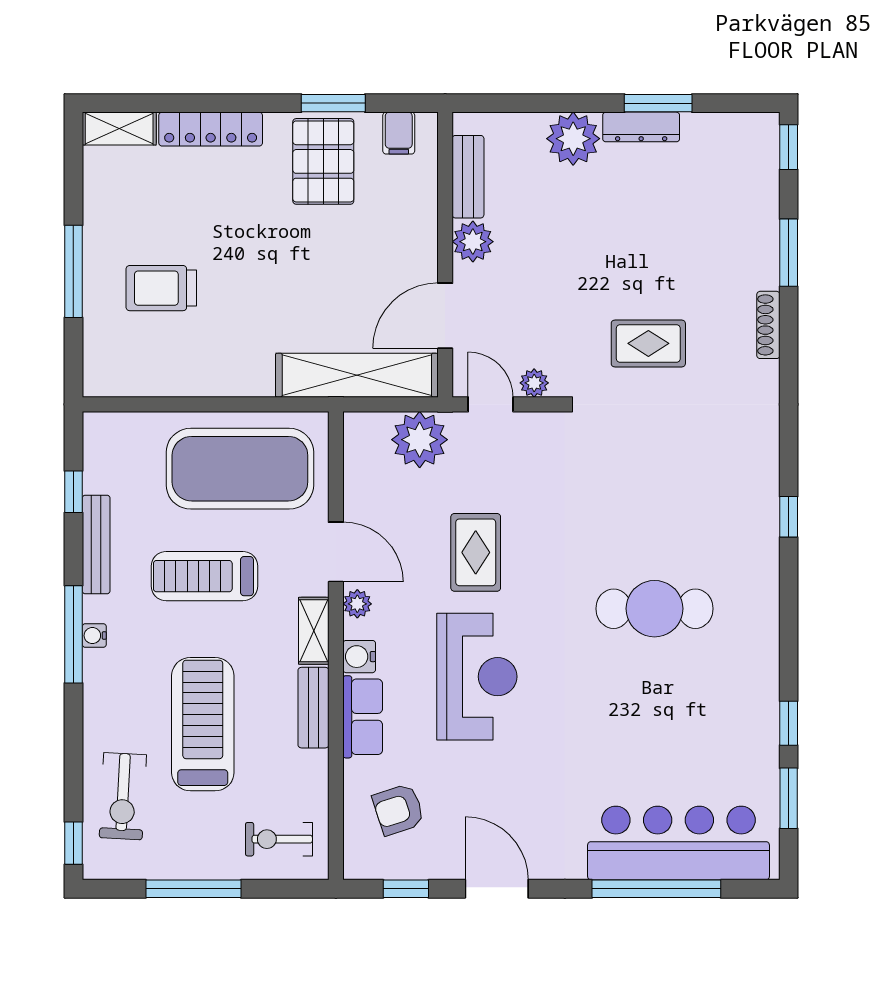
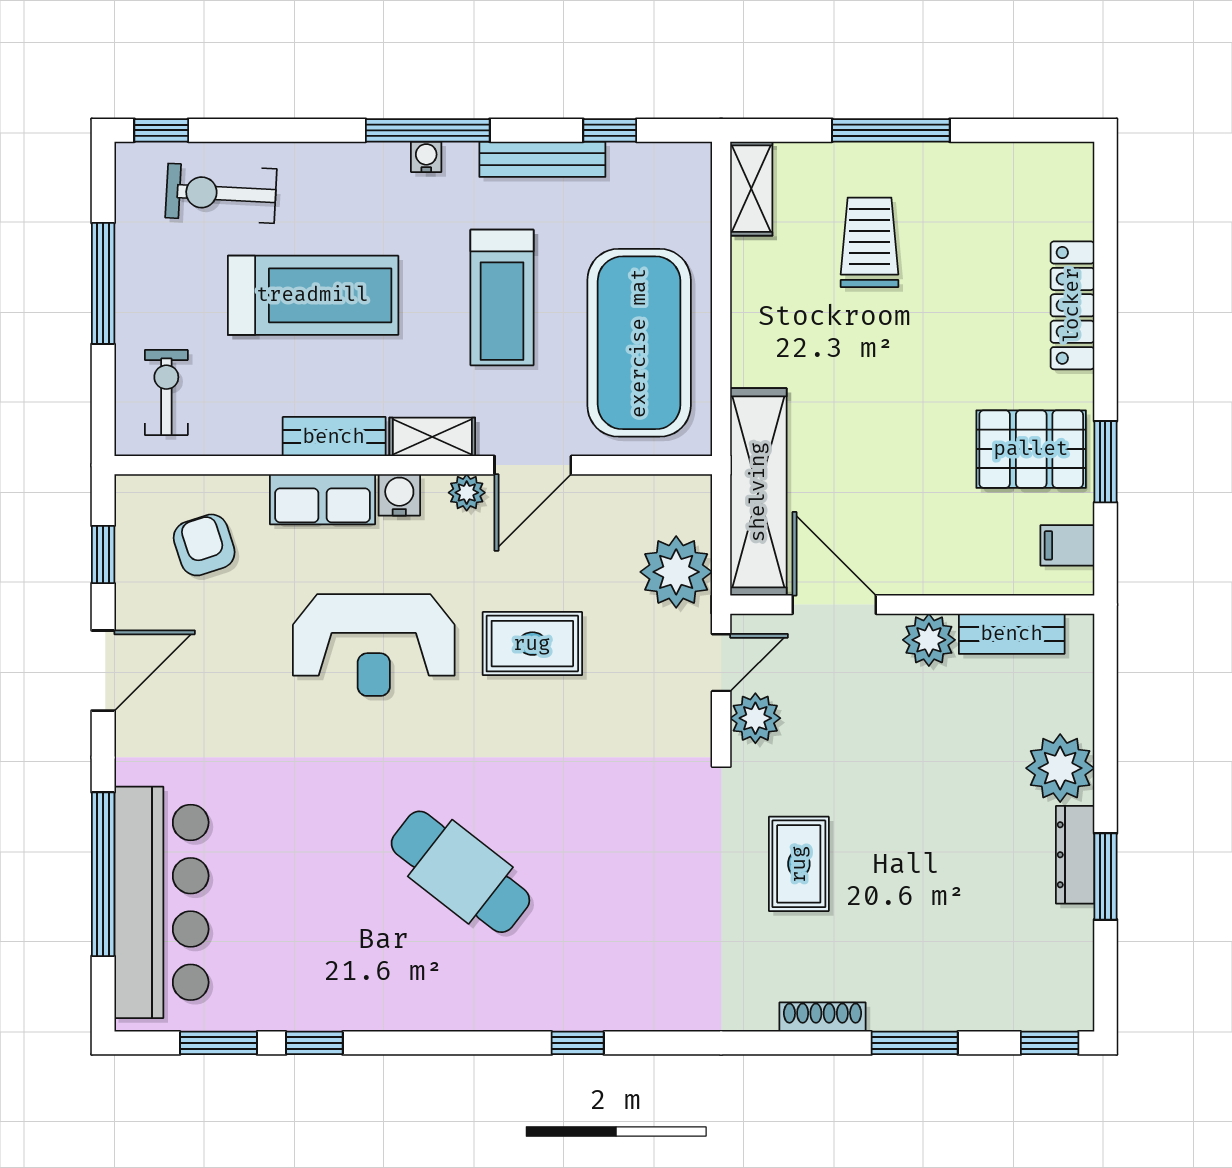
shelving: (119, 129) -> (751, 189), moved
plant: (534, 383) -> (755, 718), width x1.38, depth x1.38
treadmill: (204, 576) -> (502, 298), turned 180
cafe table: (654, 609) -> (460, 872), turned -52

